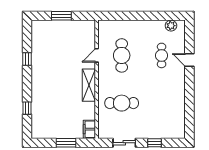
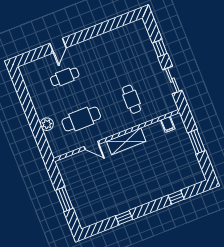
plant: (171, 26) -> (47, 124), moved
cafe table: (122, 103) -> (132, 99), width x0.73, depth x0.74
filing cabinet: (89, 129) -> (168, 124), width x0.50

